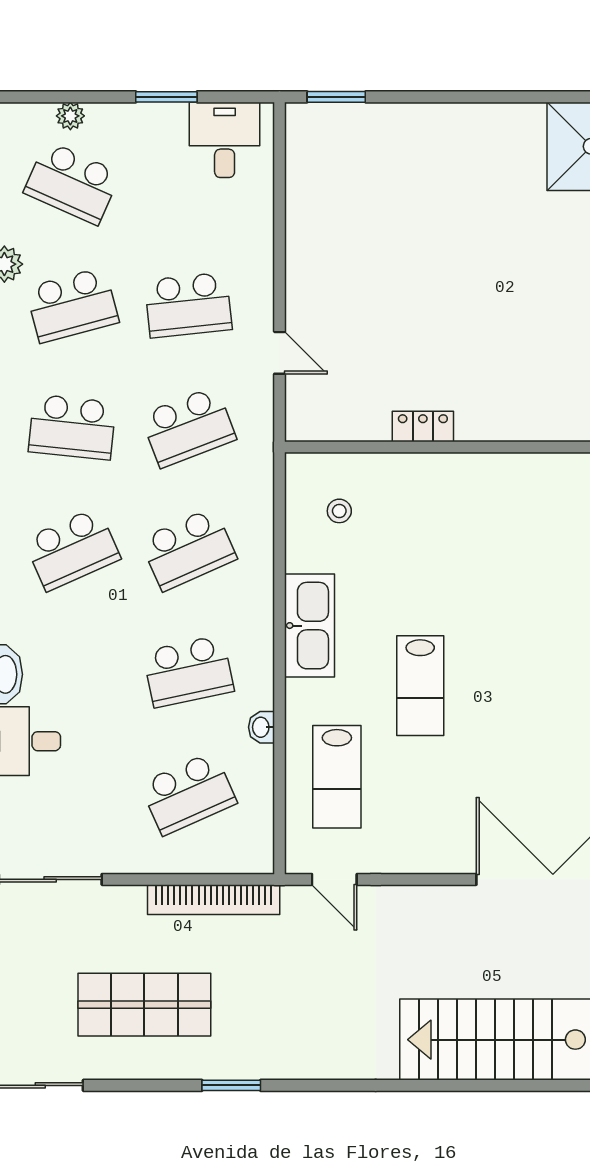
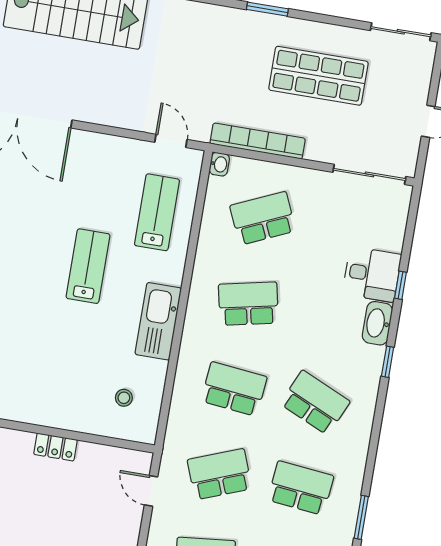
door: (280, 353) -> (151, 491), moved
school desk: (72, 549) -> (315, 403), turned 48
school desk: (188, 549) -> (234, 389), turned 30
washbasin: (261, 727) -> (219, 164), moved

